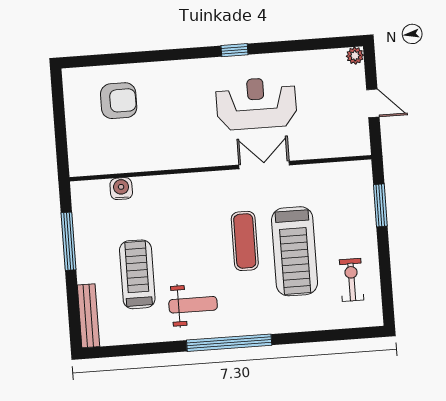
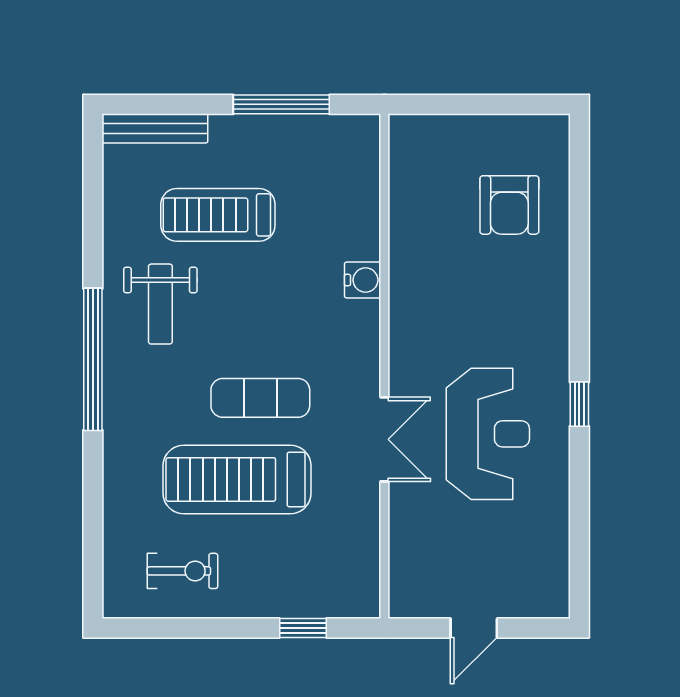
plant: (355, 56) -> (555, 604), removed
water cooler: (121, 189) -> (363, 280), moved
window: (380, 205) -> (303, 628), width x0.67
treadmill: (137, 274) -> (218, 215), turned 180

